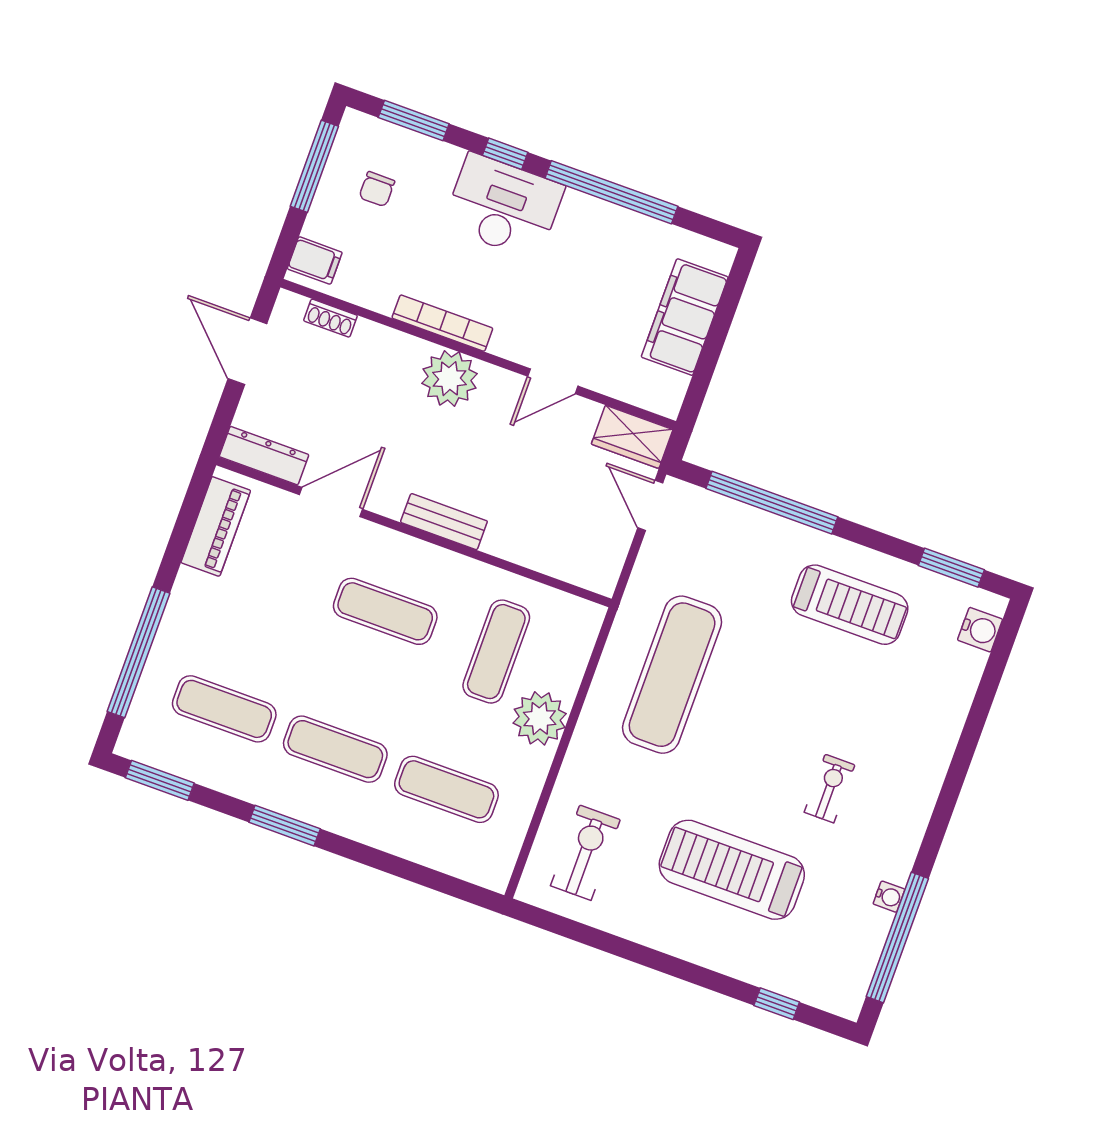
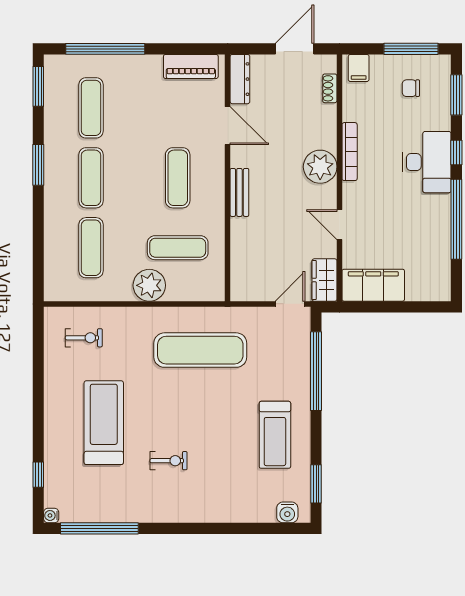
filing cabinet: (685, 317) -> (373, 285), moved
exercise bike: (585, 853) -> (84, 338), width x0.73, depth x0.72
water cooler: (889, 897) -> (51, 515), moved, turned 90

